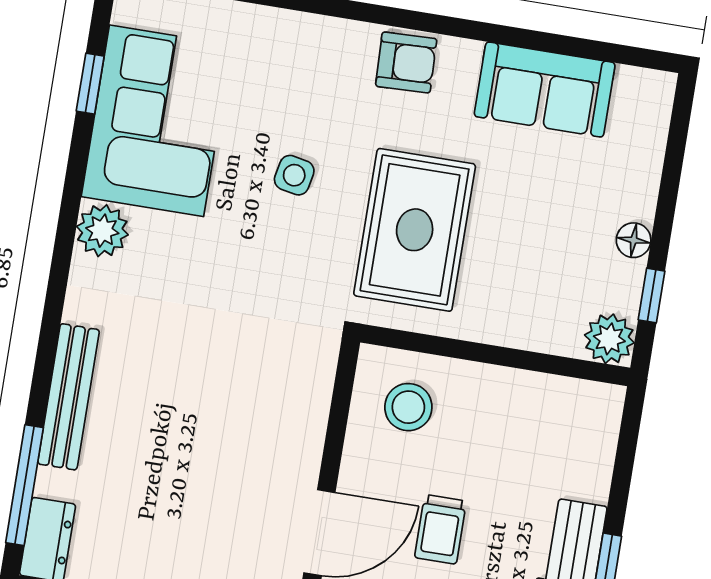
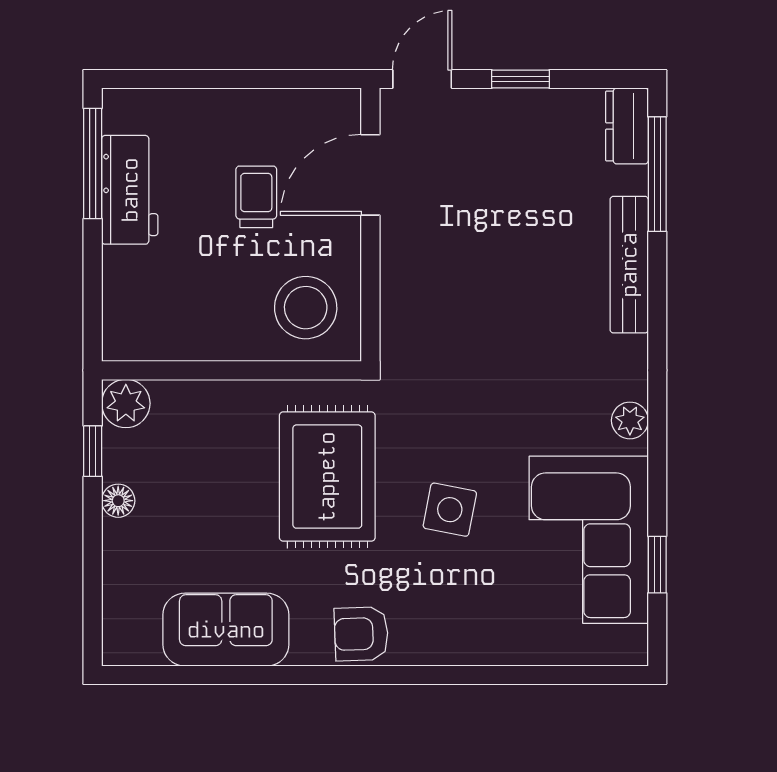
side table: (294, 175) -> (450, 510), width x1.37, depth x1.37
plant: (102, 231) -> (630, 420), width x0.73, depth x0.73
stool: (408, 407) -> (306, 308), width x1.38, depth x1.38

